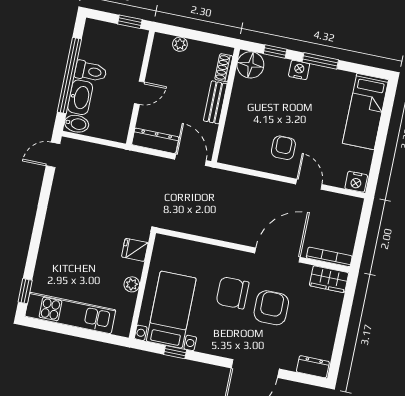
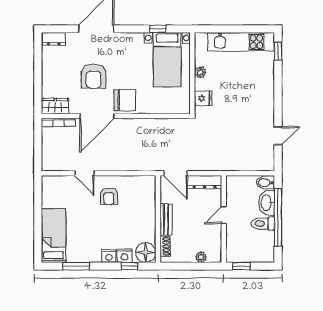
window: (320, 61) -> (76, 266), moved
door: (53, 155) -> (278, 136), moved
nightstand: (356, 182) -> (125, 256), moved, turned 180
chair: (232, 293) -> (125, 100), moved

